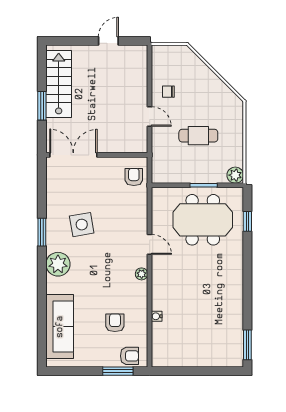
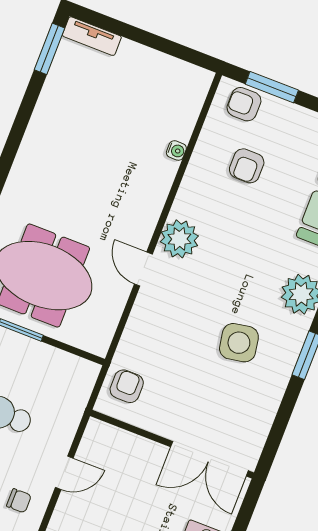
door: (150, 117) -> (64, 473), swing flipped
armchair: (134, 177) -> (127, 386), turned 180
plant: (142, 274) -> (179, 239), width x1.88, depth x1.88
tv unit: (227, 361) -> (92, 36), added

